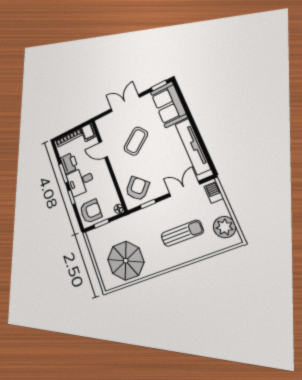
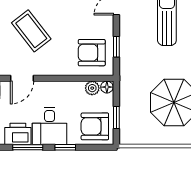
armchair: (137, 189) -> (92, 53), turned -43
plant: (114, 199) -> (92, 88), added
armchair: (91, 211) -> (95, 126), turned -90

